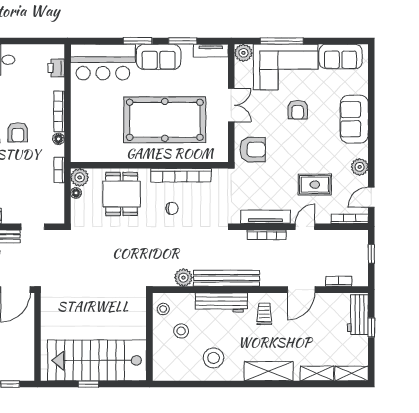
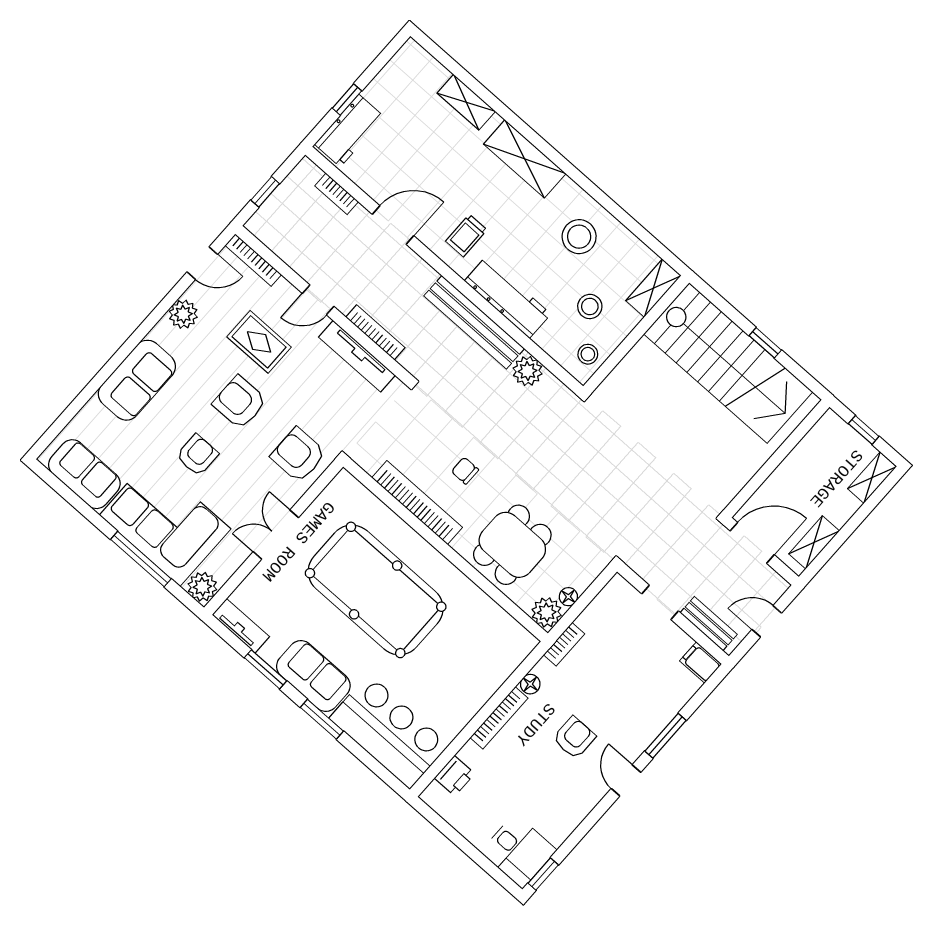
armchair: (300, 150) -> (240, 402), added
shelving: (352, 373) -> (653, 288), moved, turned 90

